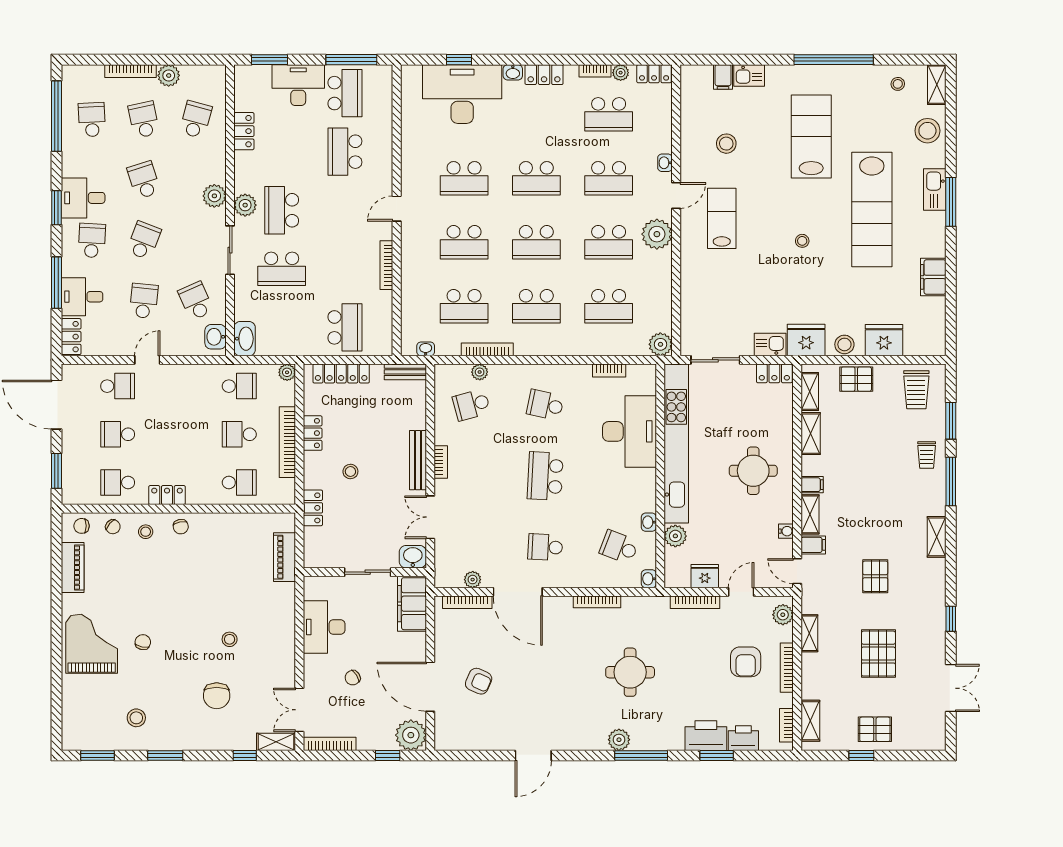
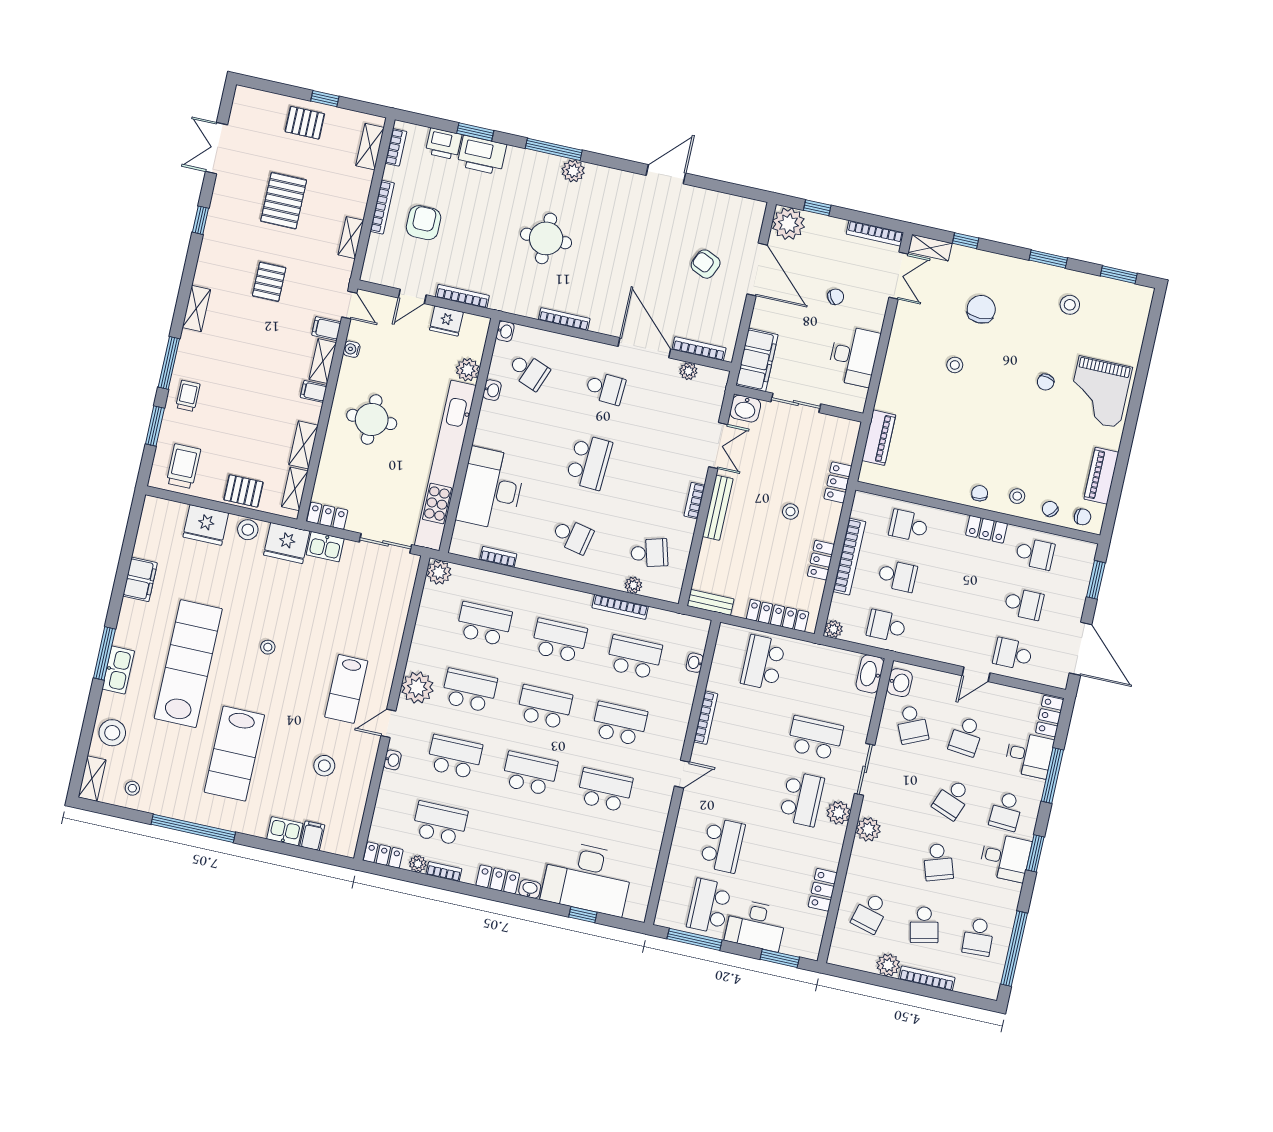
washbasin: (426, 349) -> (695, 663), moved, turned 90
plant: (783, 615) -> (374, 263), removed

